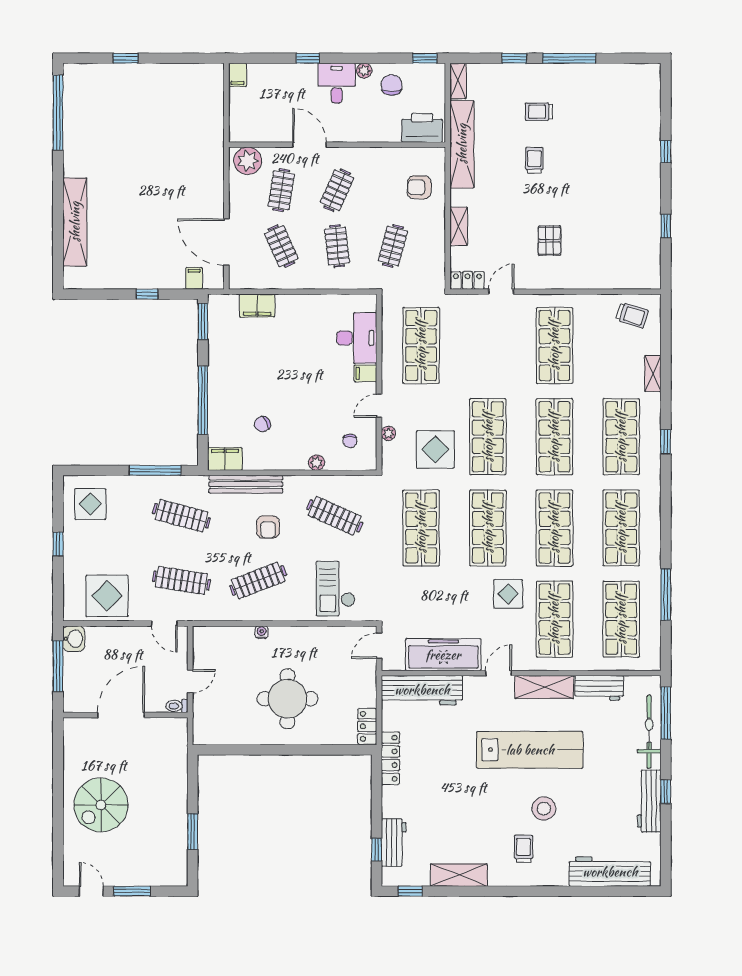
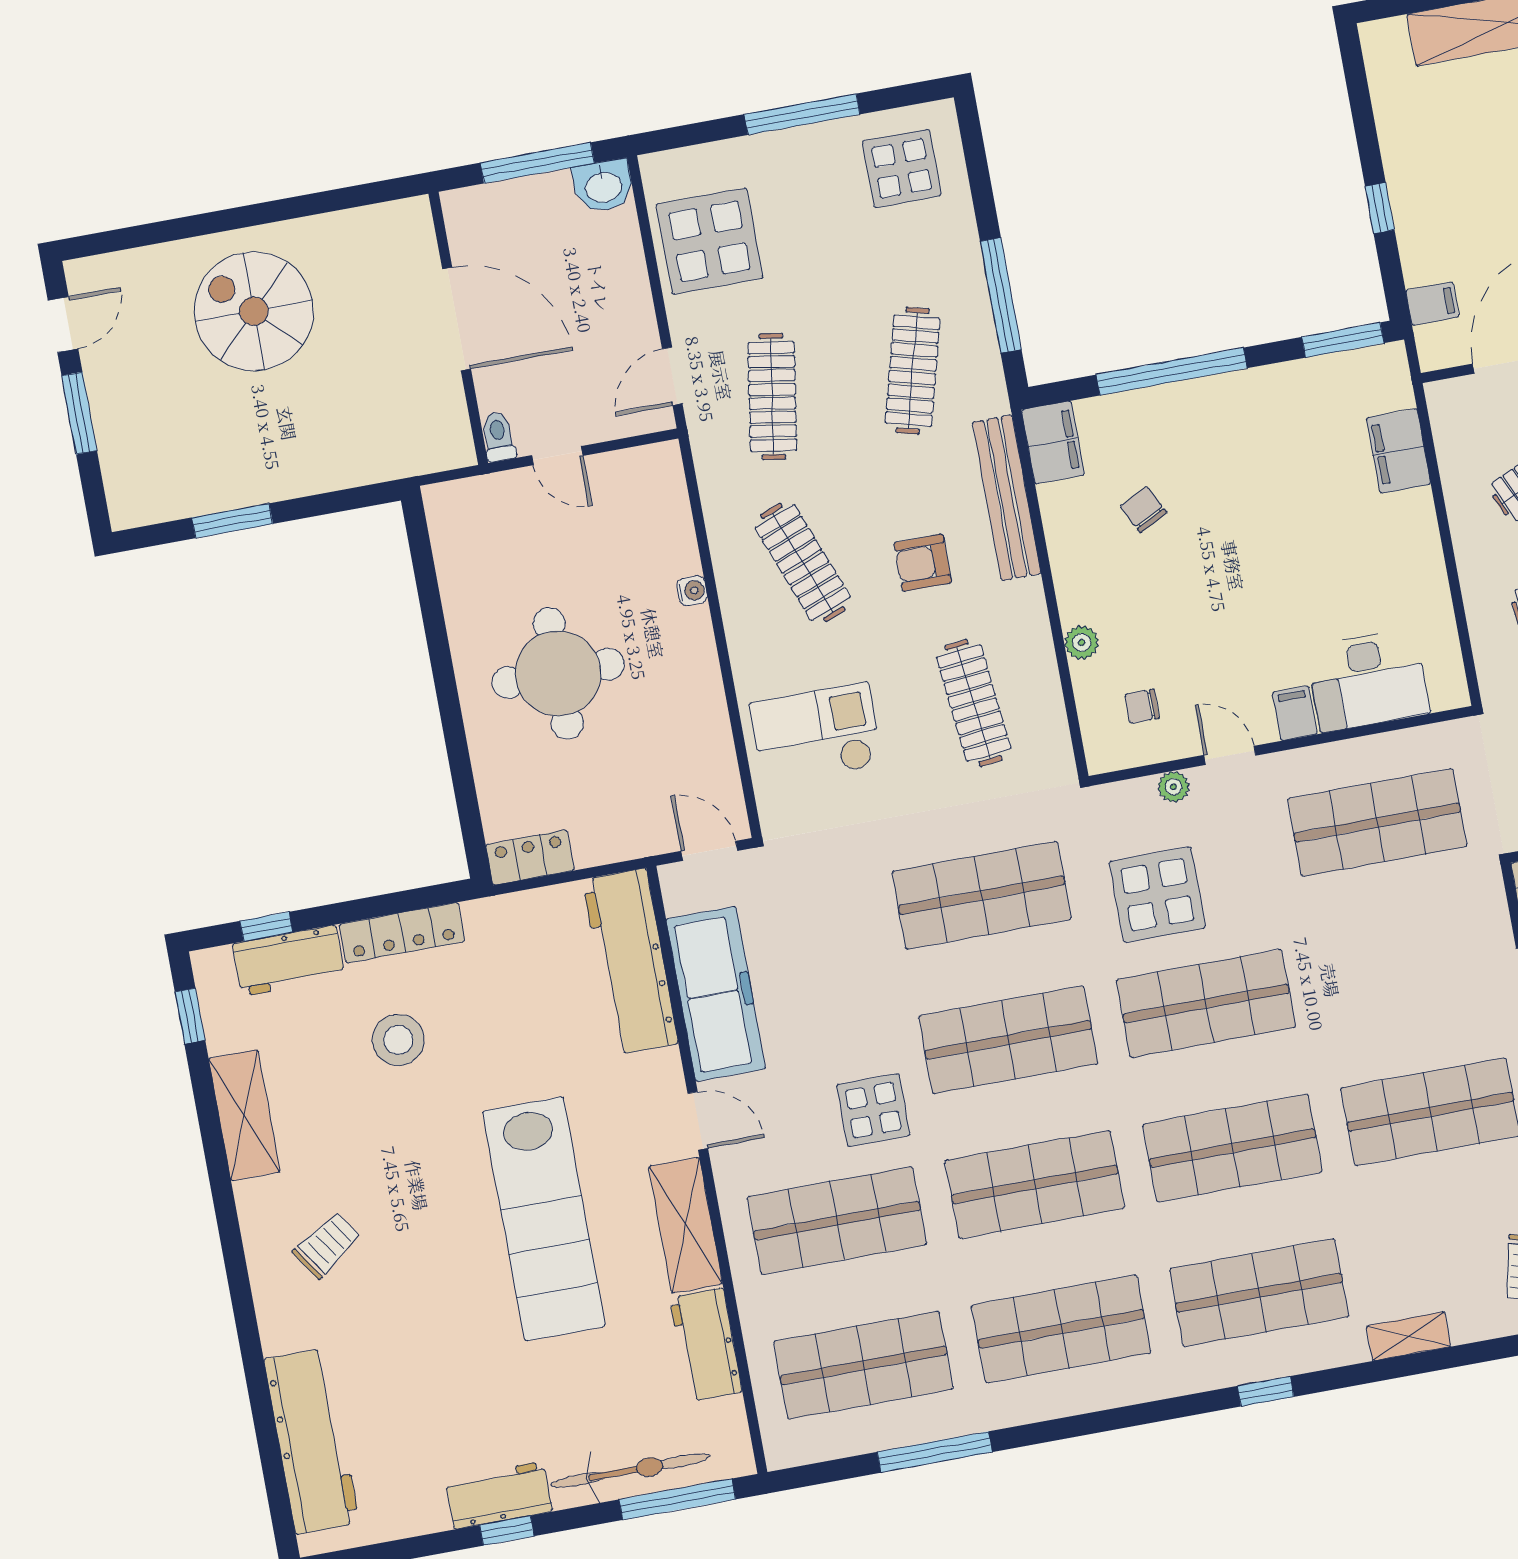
clothes rail: (335, 516) -> (974, 703), turned -30
window: (58, 544) -> (802, 114), width x2.17
locker: (390, 758) -> (402, 933), moved
workbench: (649, 801) -> (499, 1495), width x0.73
stool: (544, 809) -> (398, 1040), moved
trolley: (524, 849) -> (327, 1245), turned -34

